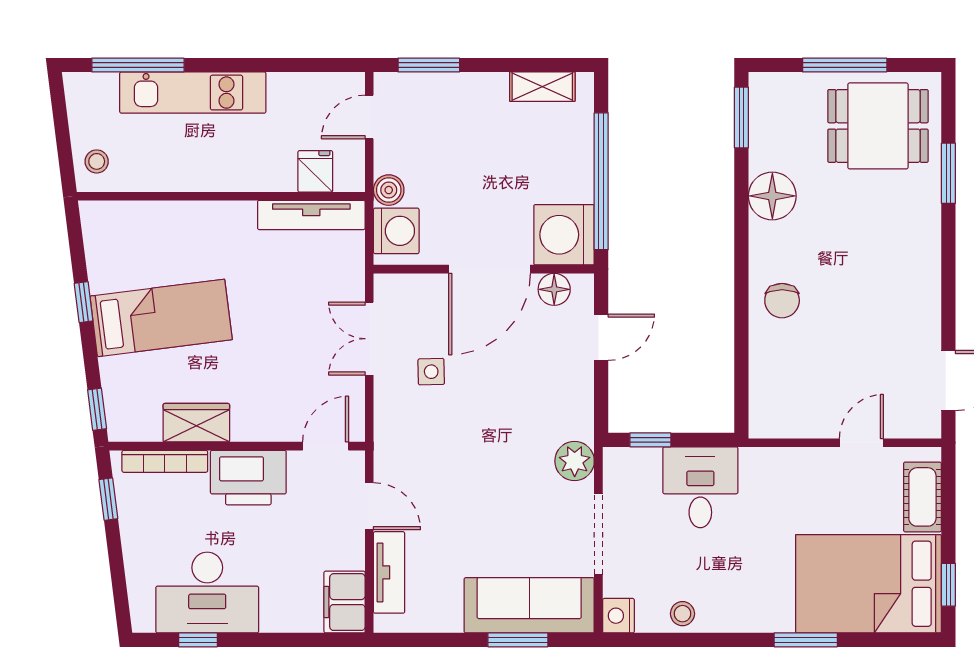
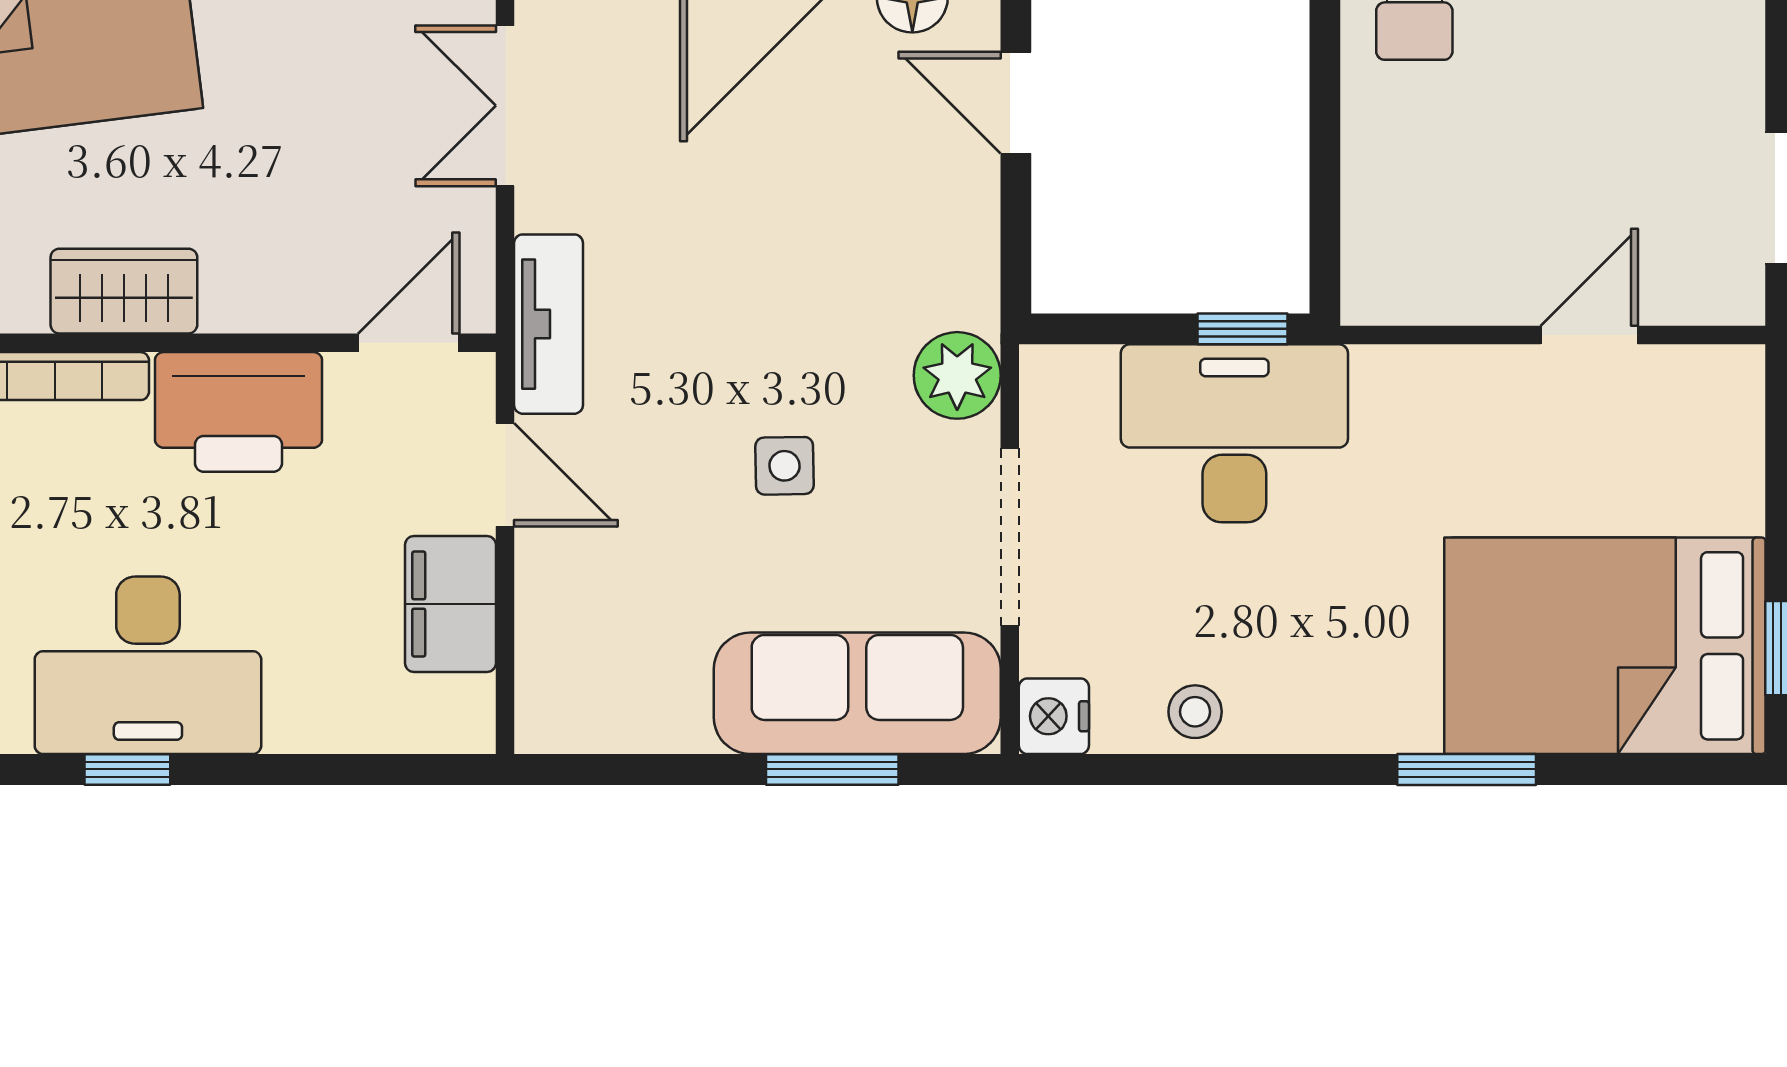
door: (601, 337) -> (1016, 103), swing flipped
side table: (431, 372) -> (785, 466), moved
window: (650, 440) -> (1243, 329), moved
desk: (700, 487) -> (1234, 433), width x1.37
cot: (922, 497) -> (1724, 455), removed
tv unit: (389, 572) -> (548, 324), moved
filing cabinet: (345, 602) -> (450, 604), moved

